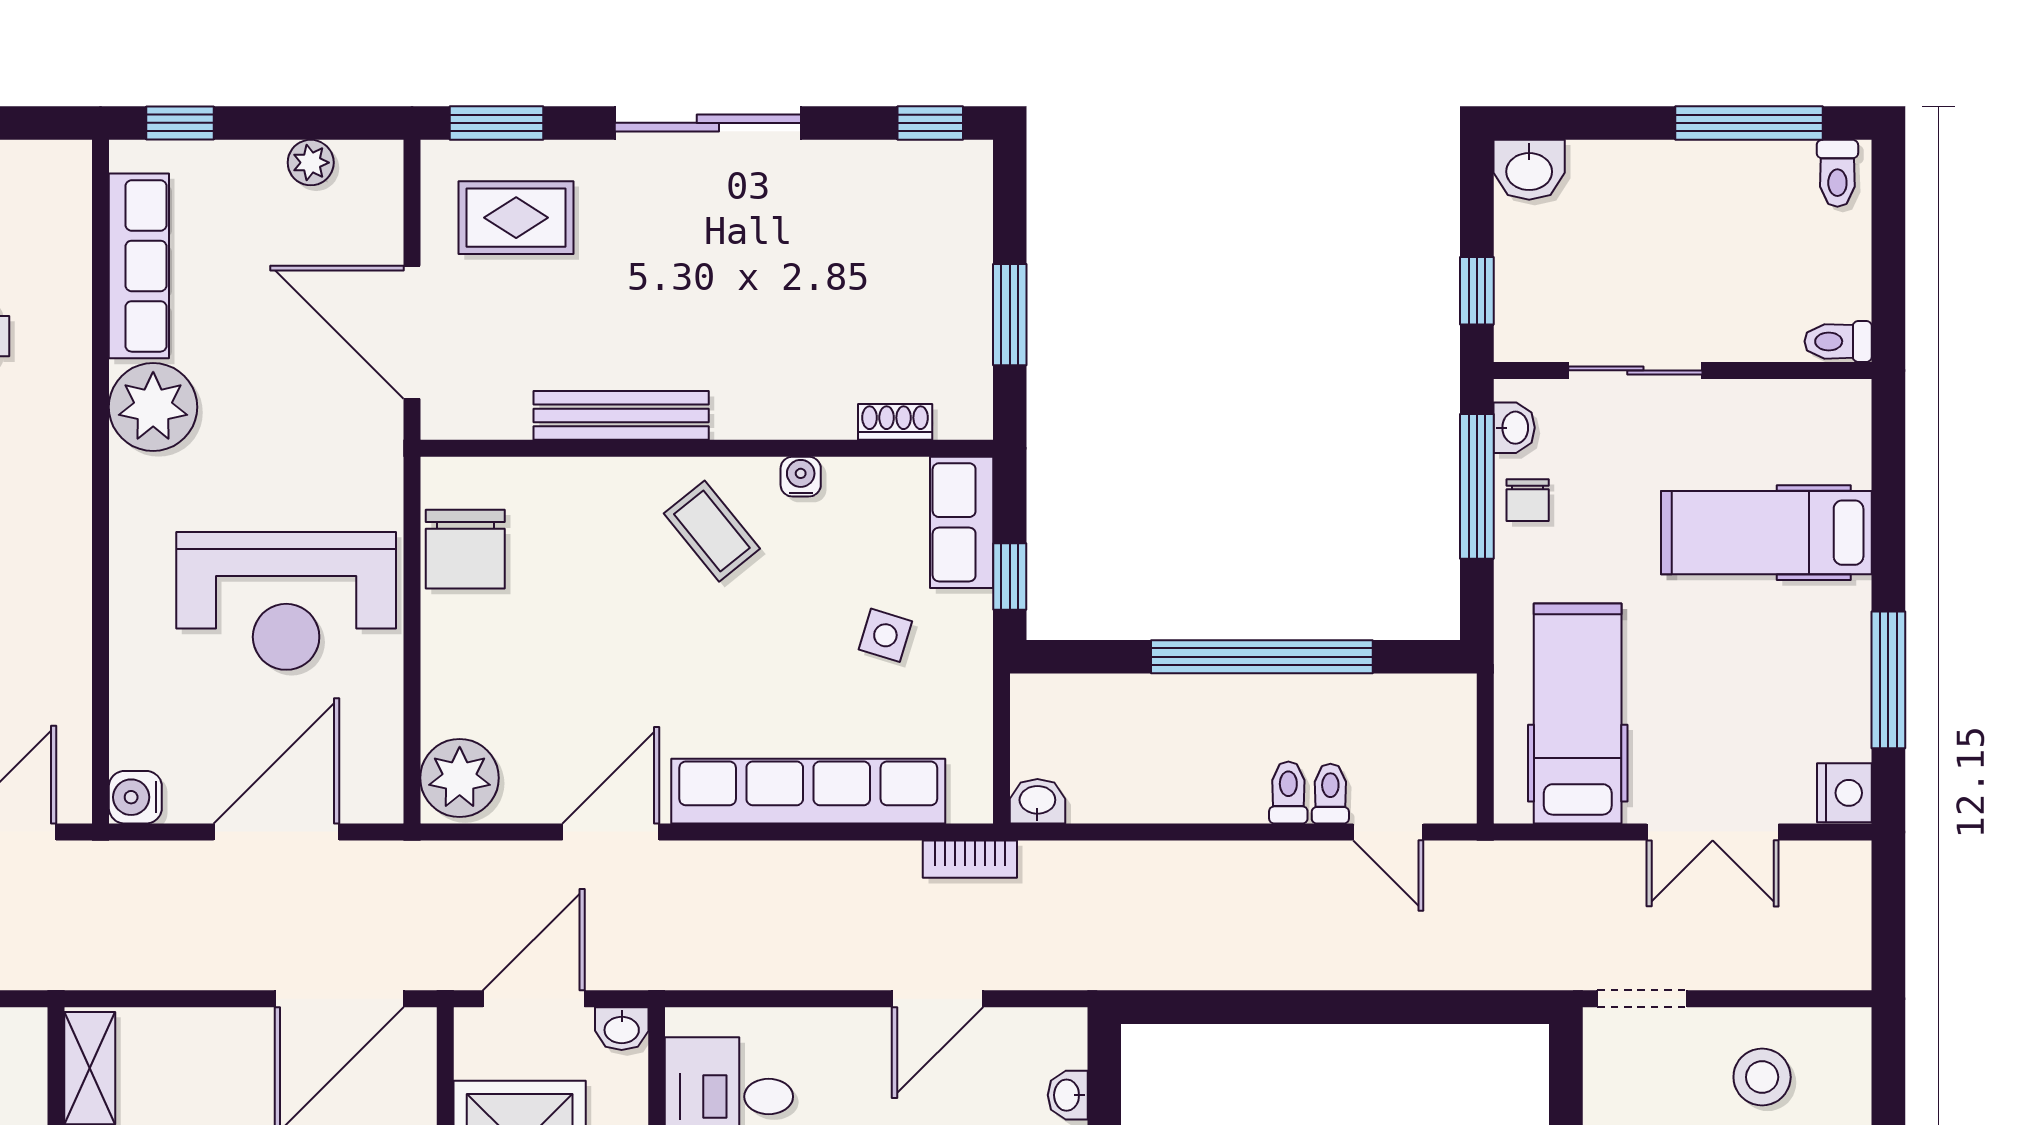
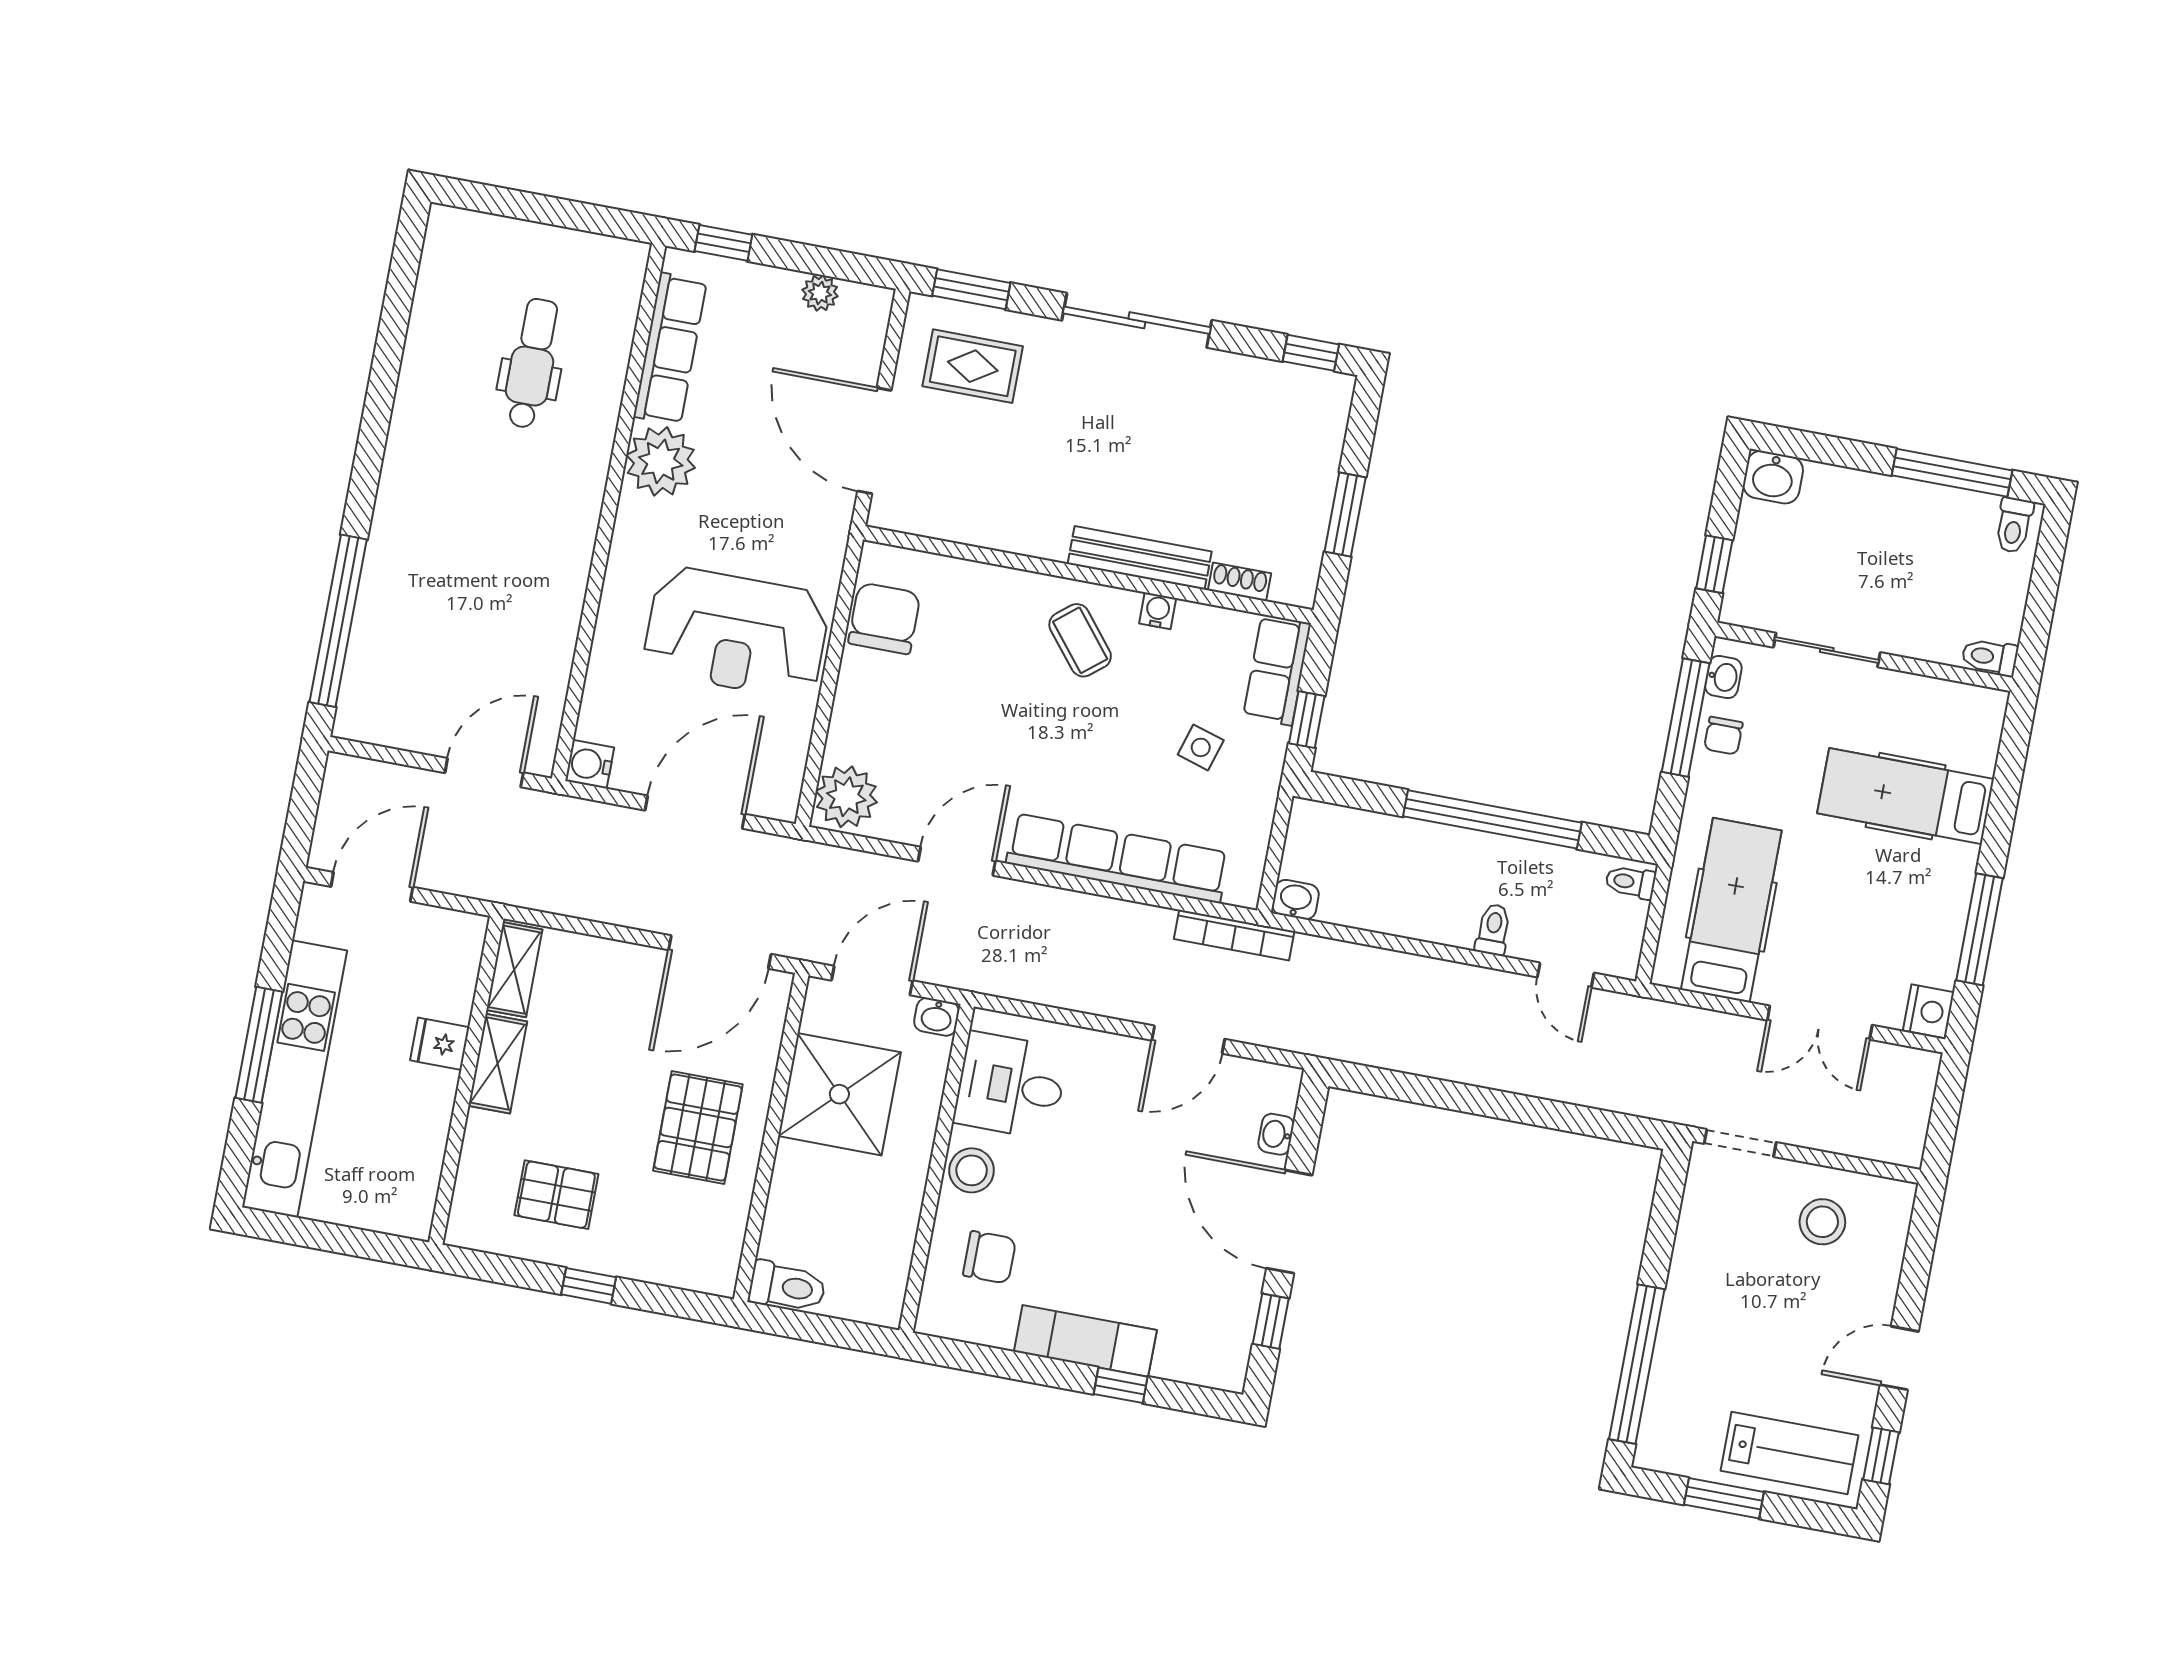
bench: (621, 415) -> (1140, 558), moved
chair: (465, 549) -> (884, 618), turned 180
toilet: (1330, 794) -> (1631, 882), moved, turned -90
bookcase: (970, 859) -> (1234, 935), width x1.56

